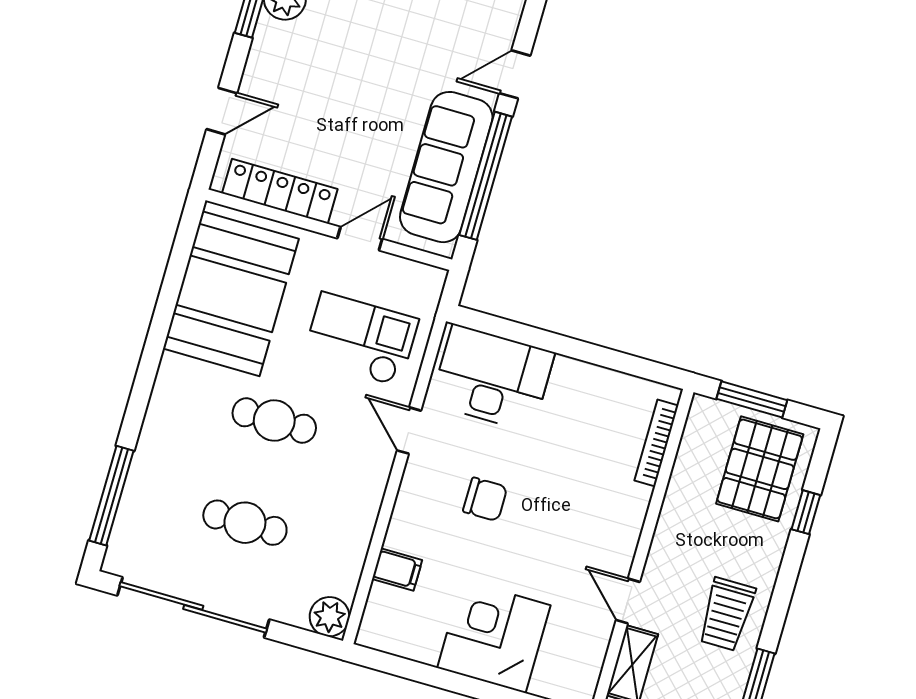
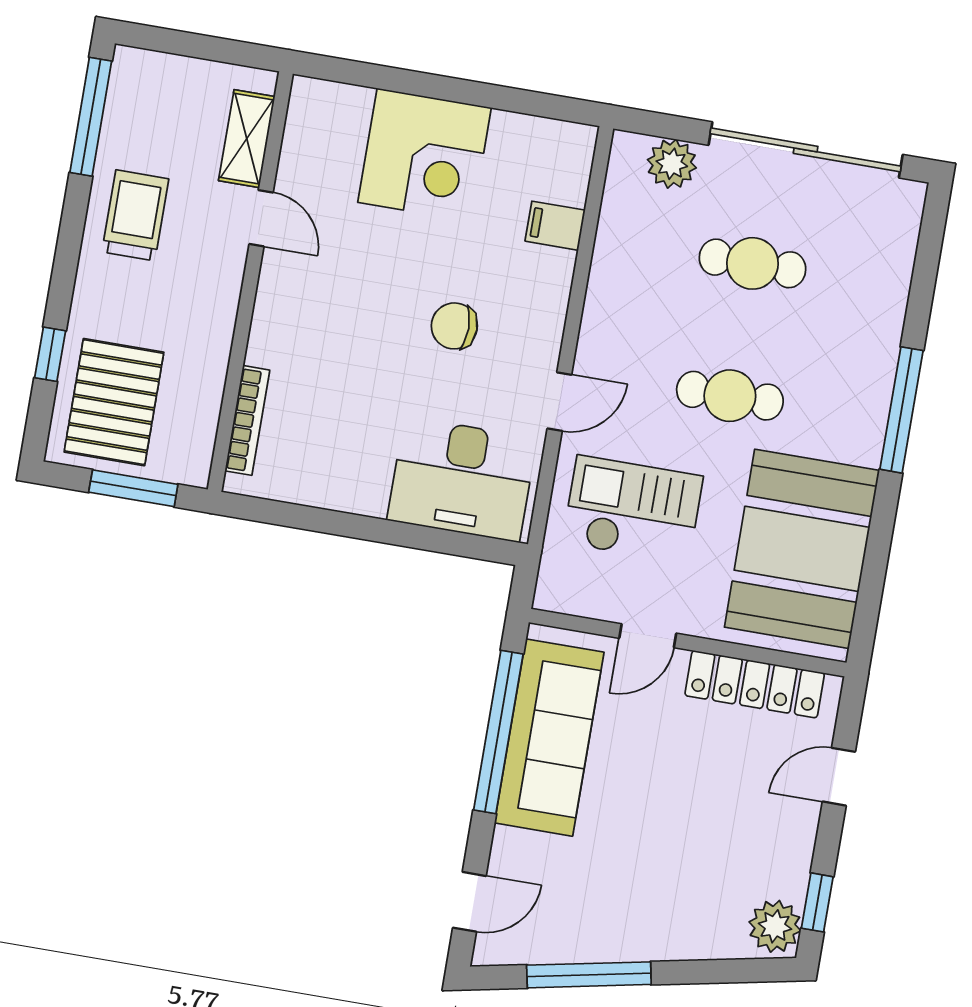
door: (515, 74) -> (469, 902), moved
checkout: (361, 339) -> (633, 510), turned 180
door: (409, 431) -> (559, 402), hinge flipped
window: (111, 496) -> (901, 410), moved
plant: (329, 617) -> (672, 164), moved

